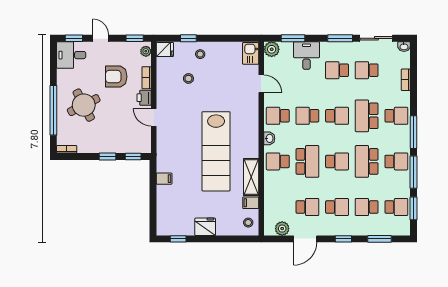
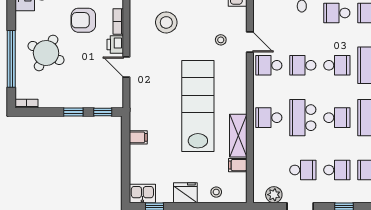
stool: (188, 78) -> (166, 22), width x1.89, depth x1.89
door: (261, 84) -> (250, 42), moved
stool: (236, 94) -> (221, 40), added
round table: (84, 105) -> (46, 53), turned -35
washbasin: (269, 138) -> (259, 91), removed
lab bench: (216, 151) -> (198, 106), turned 180
school desk: (307, 161) -> (303, 118), turned 180
stool: (248, 223) -> (216, 192), moved
kitchen sink: (168, 227) -> (142, 193), added

